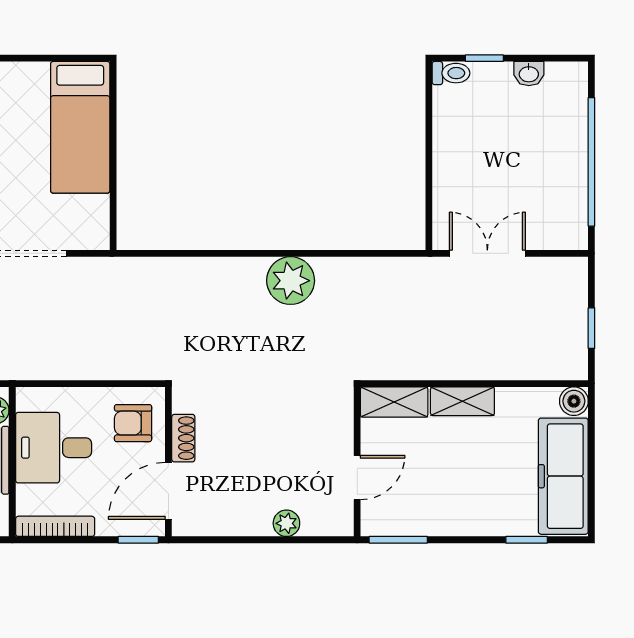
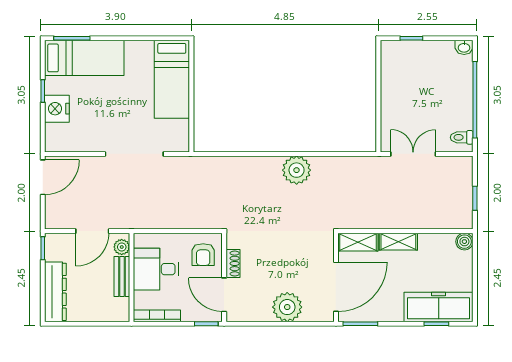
toilet: (451, 73) -> (462, 137), moved, turned 180
washbasin: (529, 74) -> (464, 47), moved
armchair: (133, 423) -> (203, 255), turned -90
freezer: (563, 476) -> (439, 307), moved, turned 90
door: (357, 477) -> (336, 287), width x1.87
door: (168, 491) -> (224, 295), hinge flipped
plant: (286, 523) -> (287, 307), width x1.87, depth x1.87

